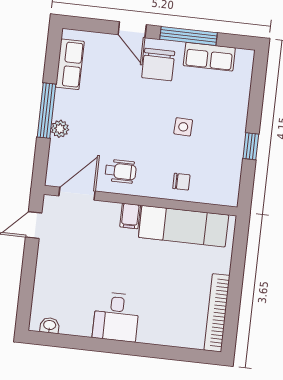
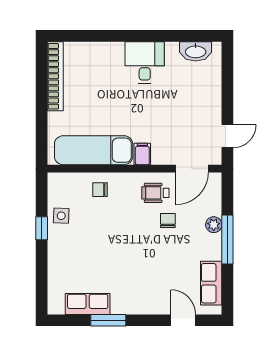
door: (132, 30) -> (183, 320), moved
window: (188, 36) -> (108, 320), width x0.69
chair: (158, 65) -> (168, 221), moved, width x0.54, depth x0.54
side table: (183, 127) -> (61, 216), moved
washbasin: (50, 325) -> (196, 51), width x1.91, depth x1.45

